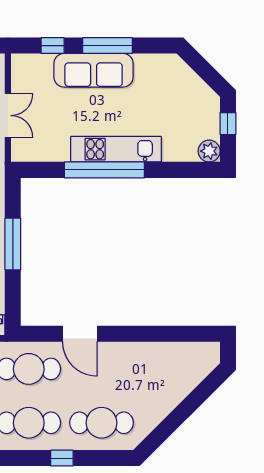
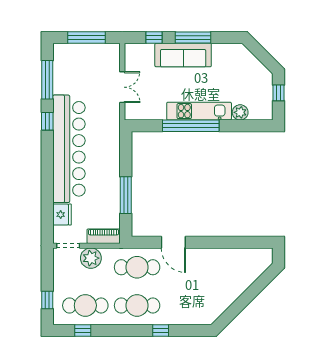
plant: (209, 151) -> (240, 112), moved
window: (13, 244) -> (126, 195), moved
cafe table: (102, 423) -> (189, 305), removed

